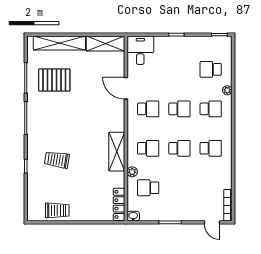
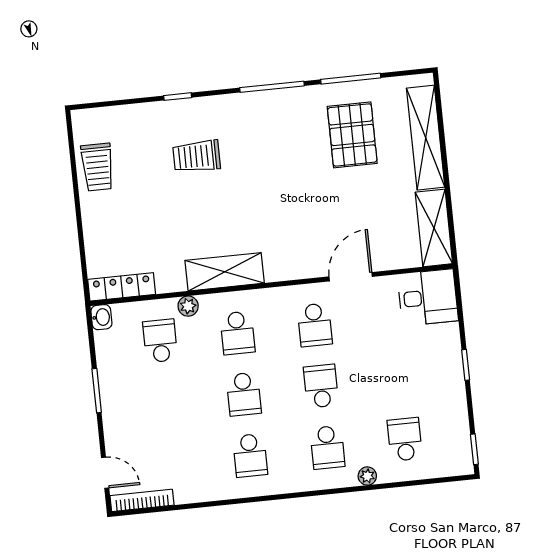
school desk: (179, 109) -> (321, 386), turned 180
trolley: (57, 160) -> (197, 156), turned -99
door: (212, 222) -> (105, 473), swing flipped

